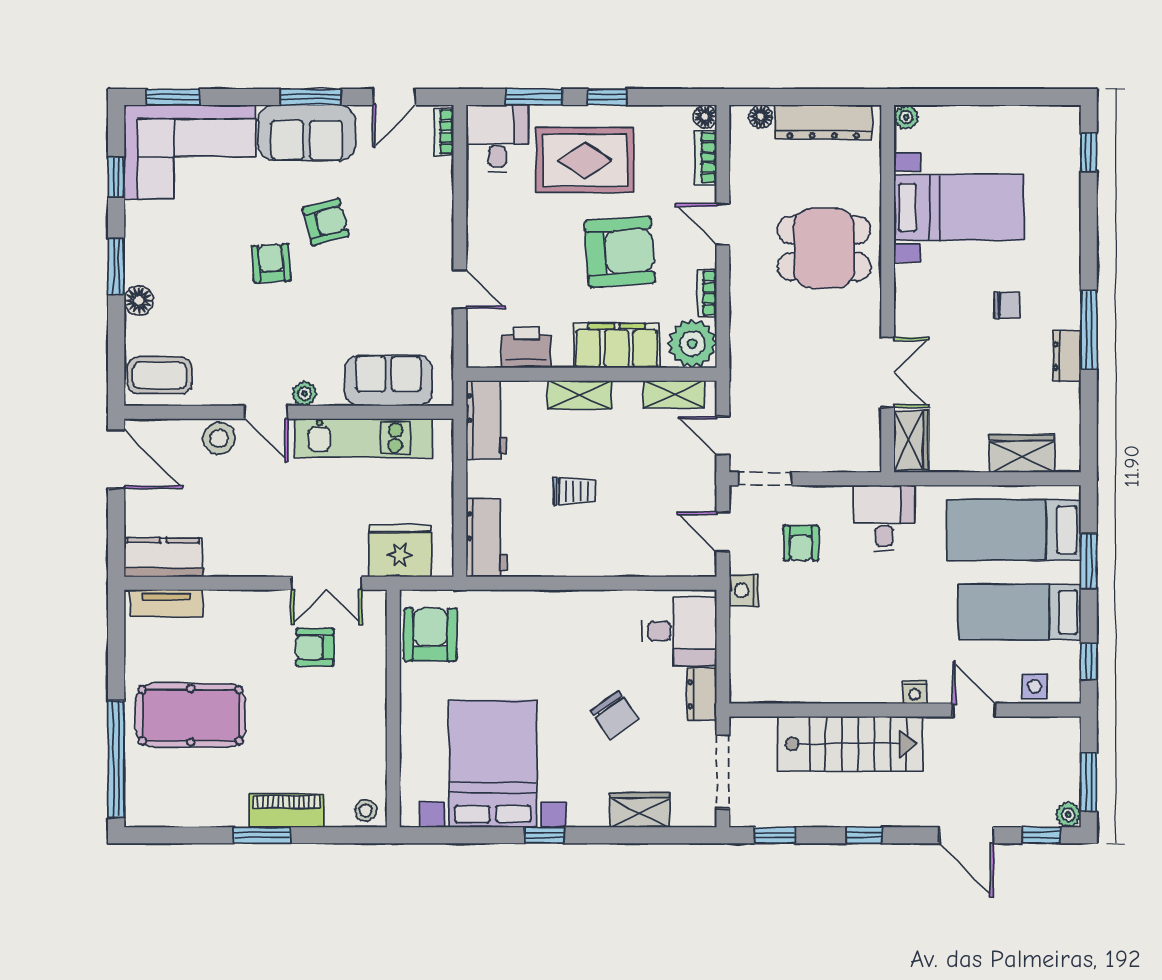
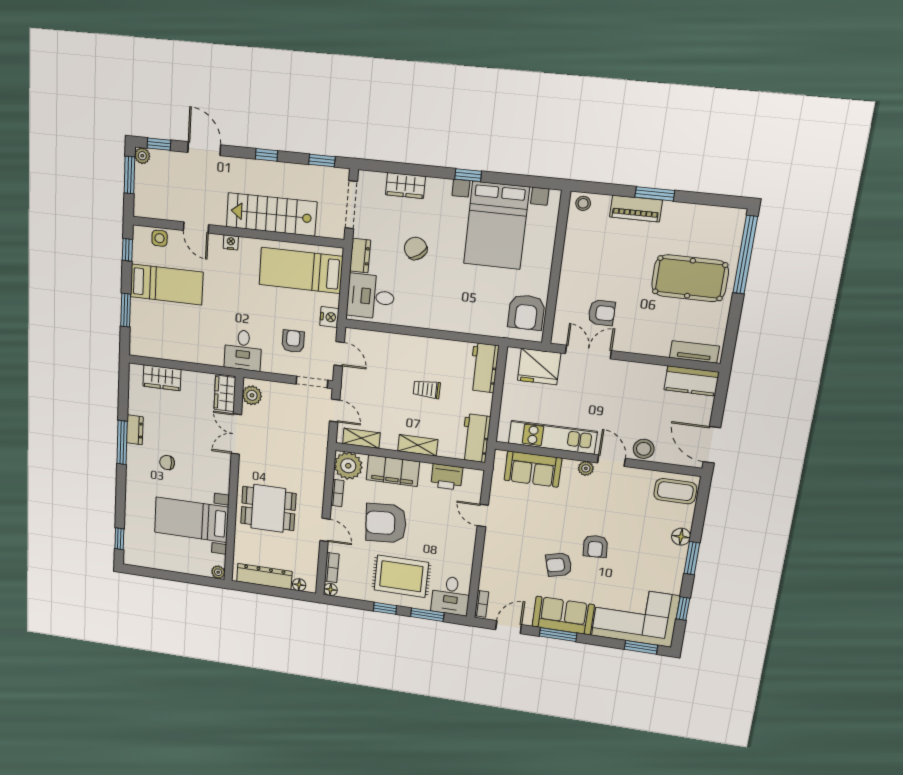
plant: (865, 443) -> (252, 395), added
bed: (1014, 530) -> (301, 270), moved, turned 180

